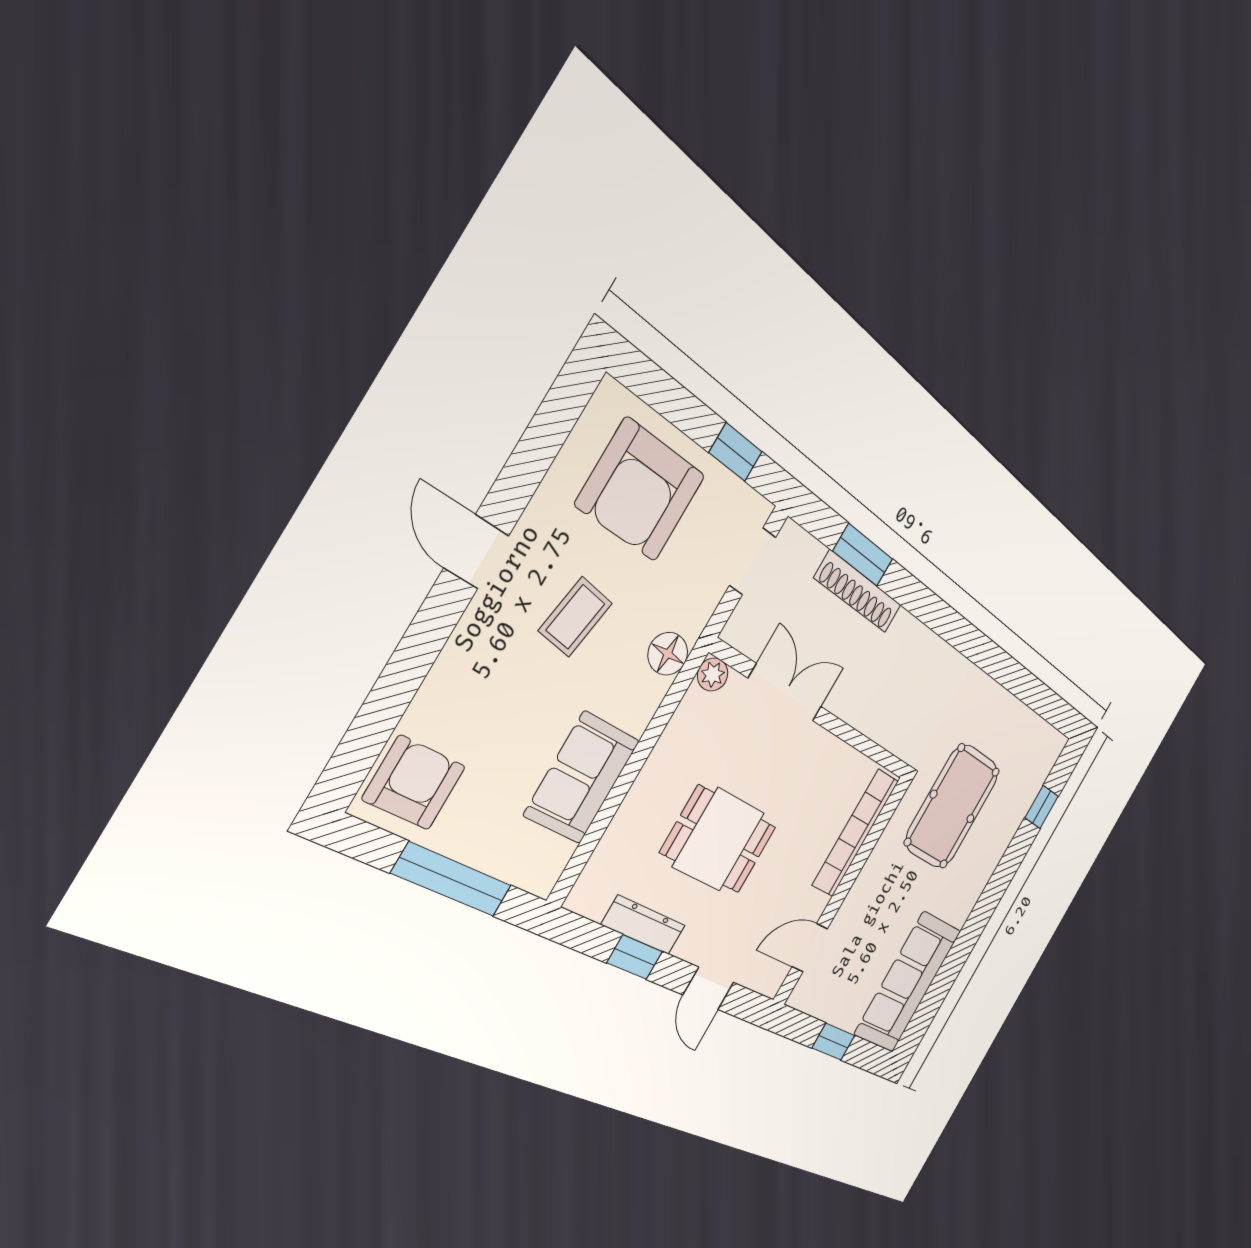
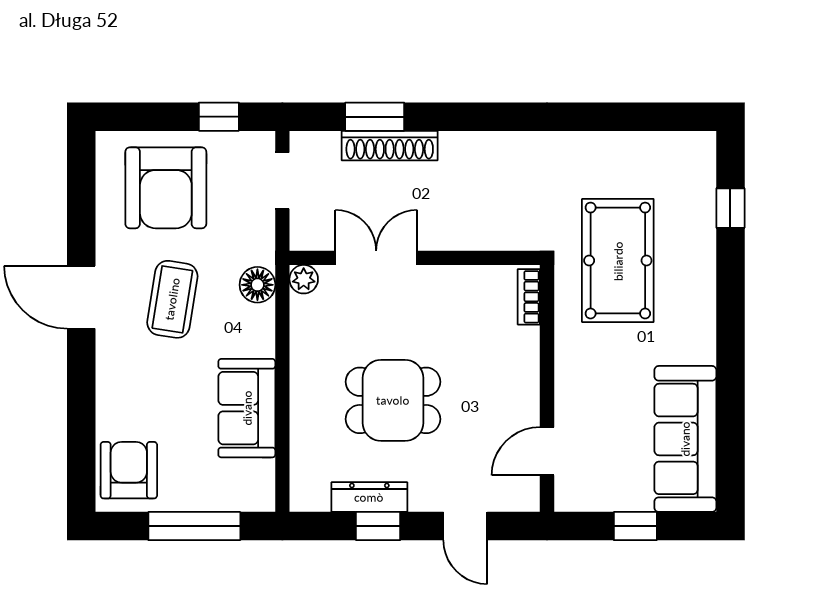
door: (476, 552) -> (81, 297), width x1.38
coffee table: (575, 617) -> (172, 299), width x1.36, depth x1.30
bookcase: (855, 833) -> (529, 297), width x0.43, depth x0.76

